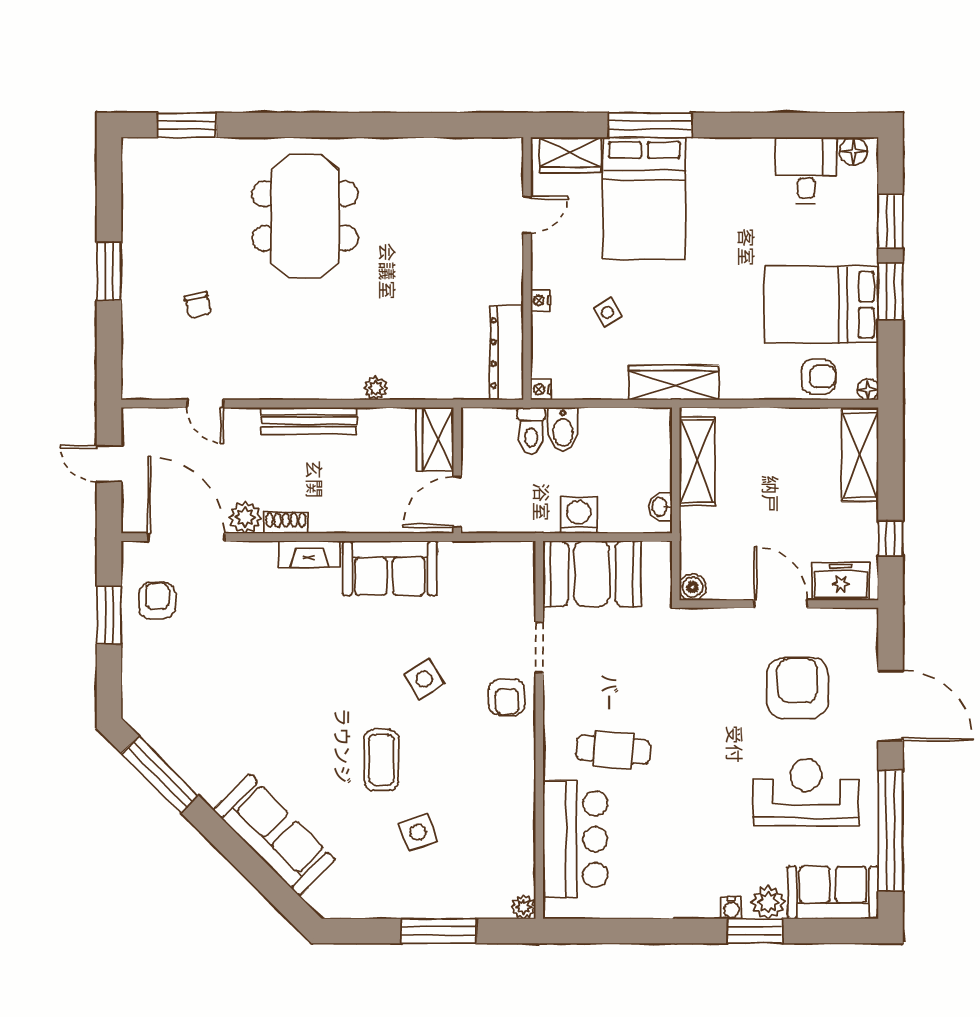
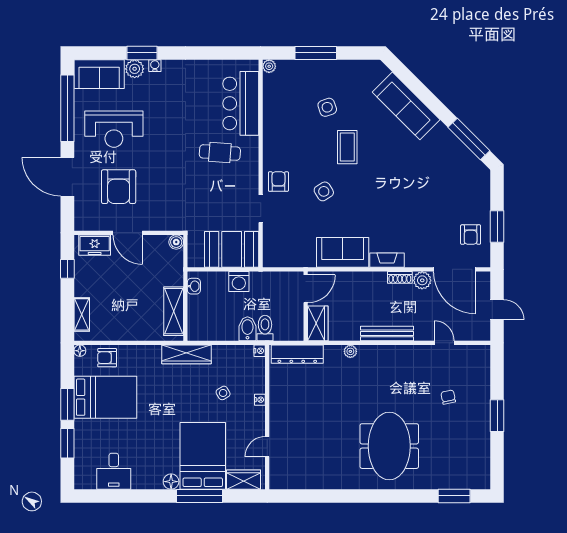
floor lamp: (853, 151) -> (171, 482), moved
dresser: (507, 353) -> (297, 354), moved, turned 90
shelving: (860, 455) -> (82, 314), width x0.67, depth x0.75

